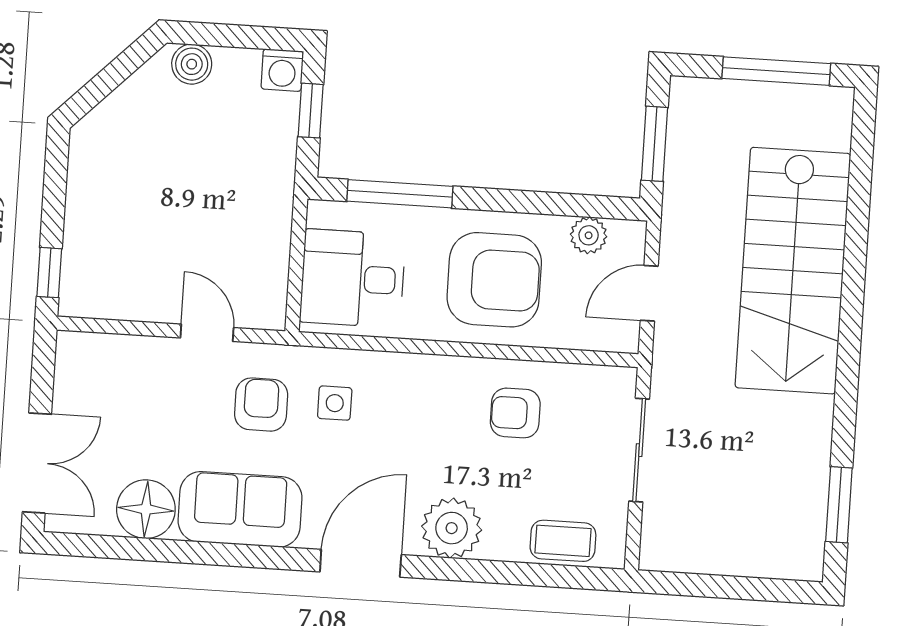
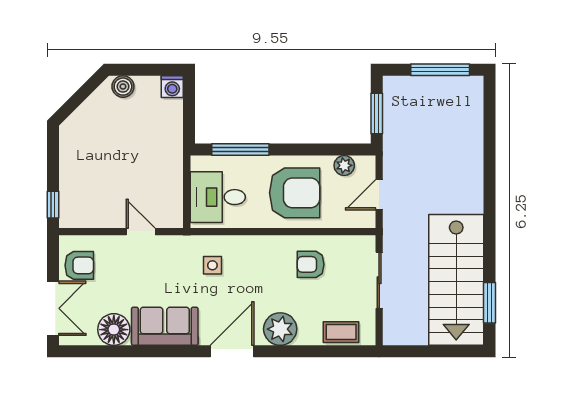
window: (311, 111) -> (189, 108), removed
stairs: (793, 271) -> (456, 280), moved
armchair: (261, 405) -> (79, 265), moved, turned 90

